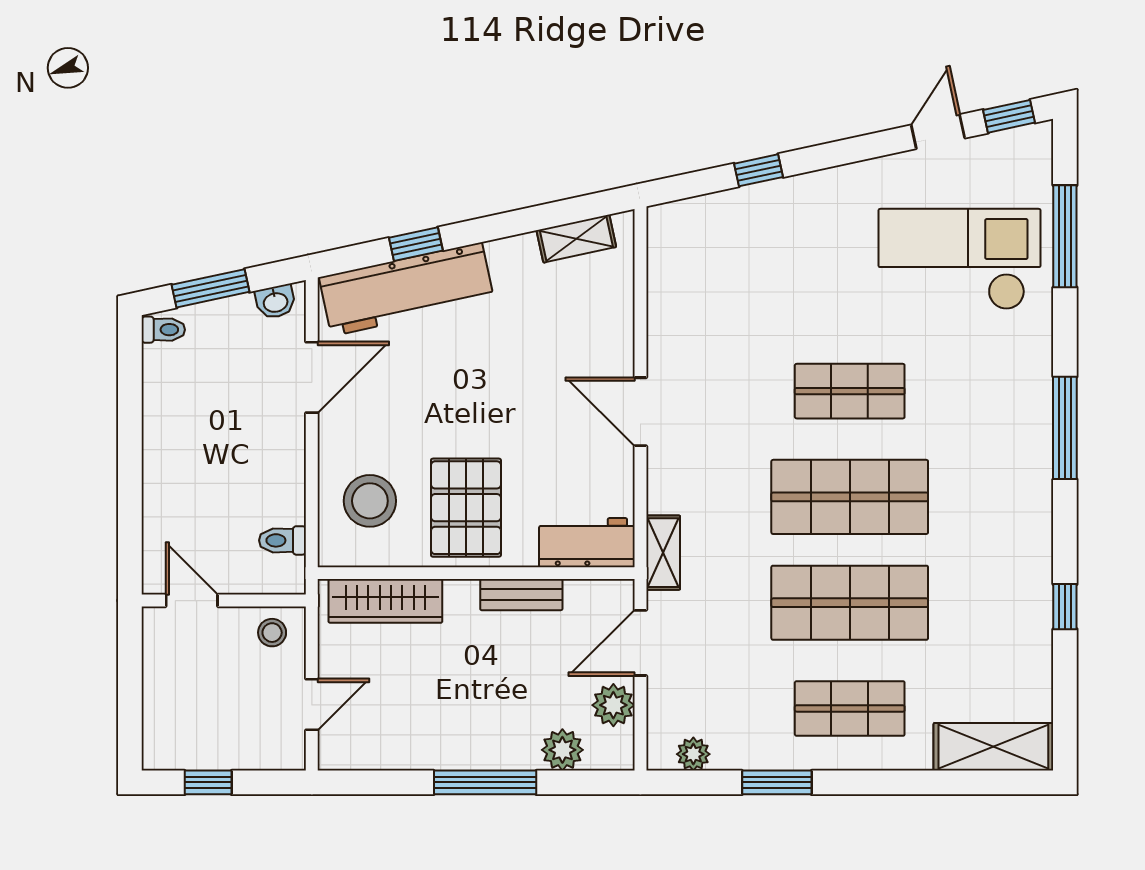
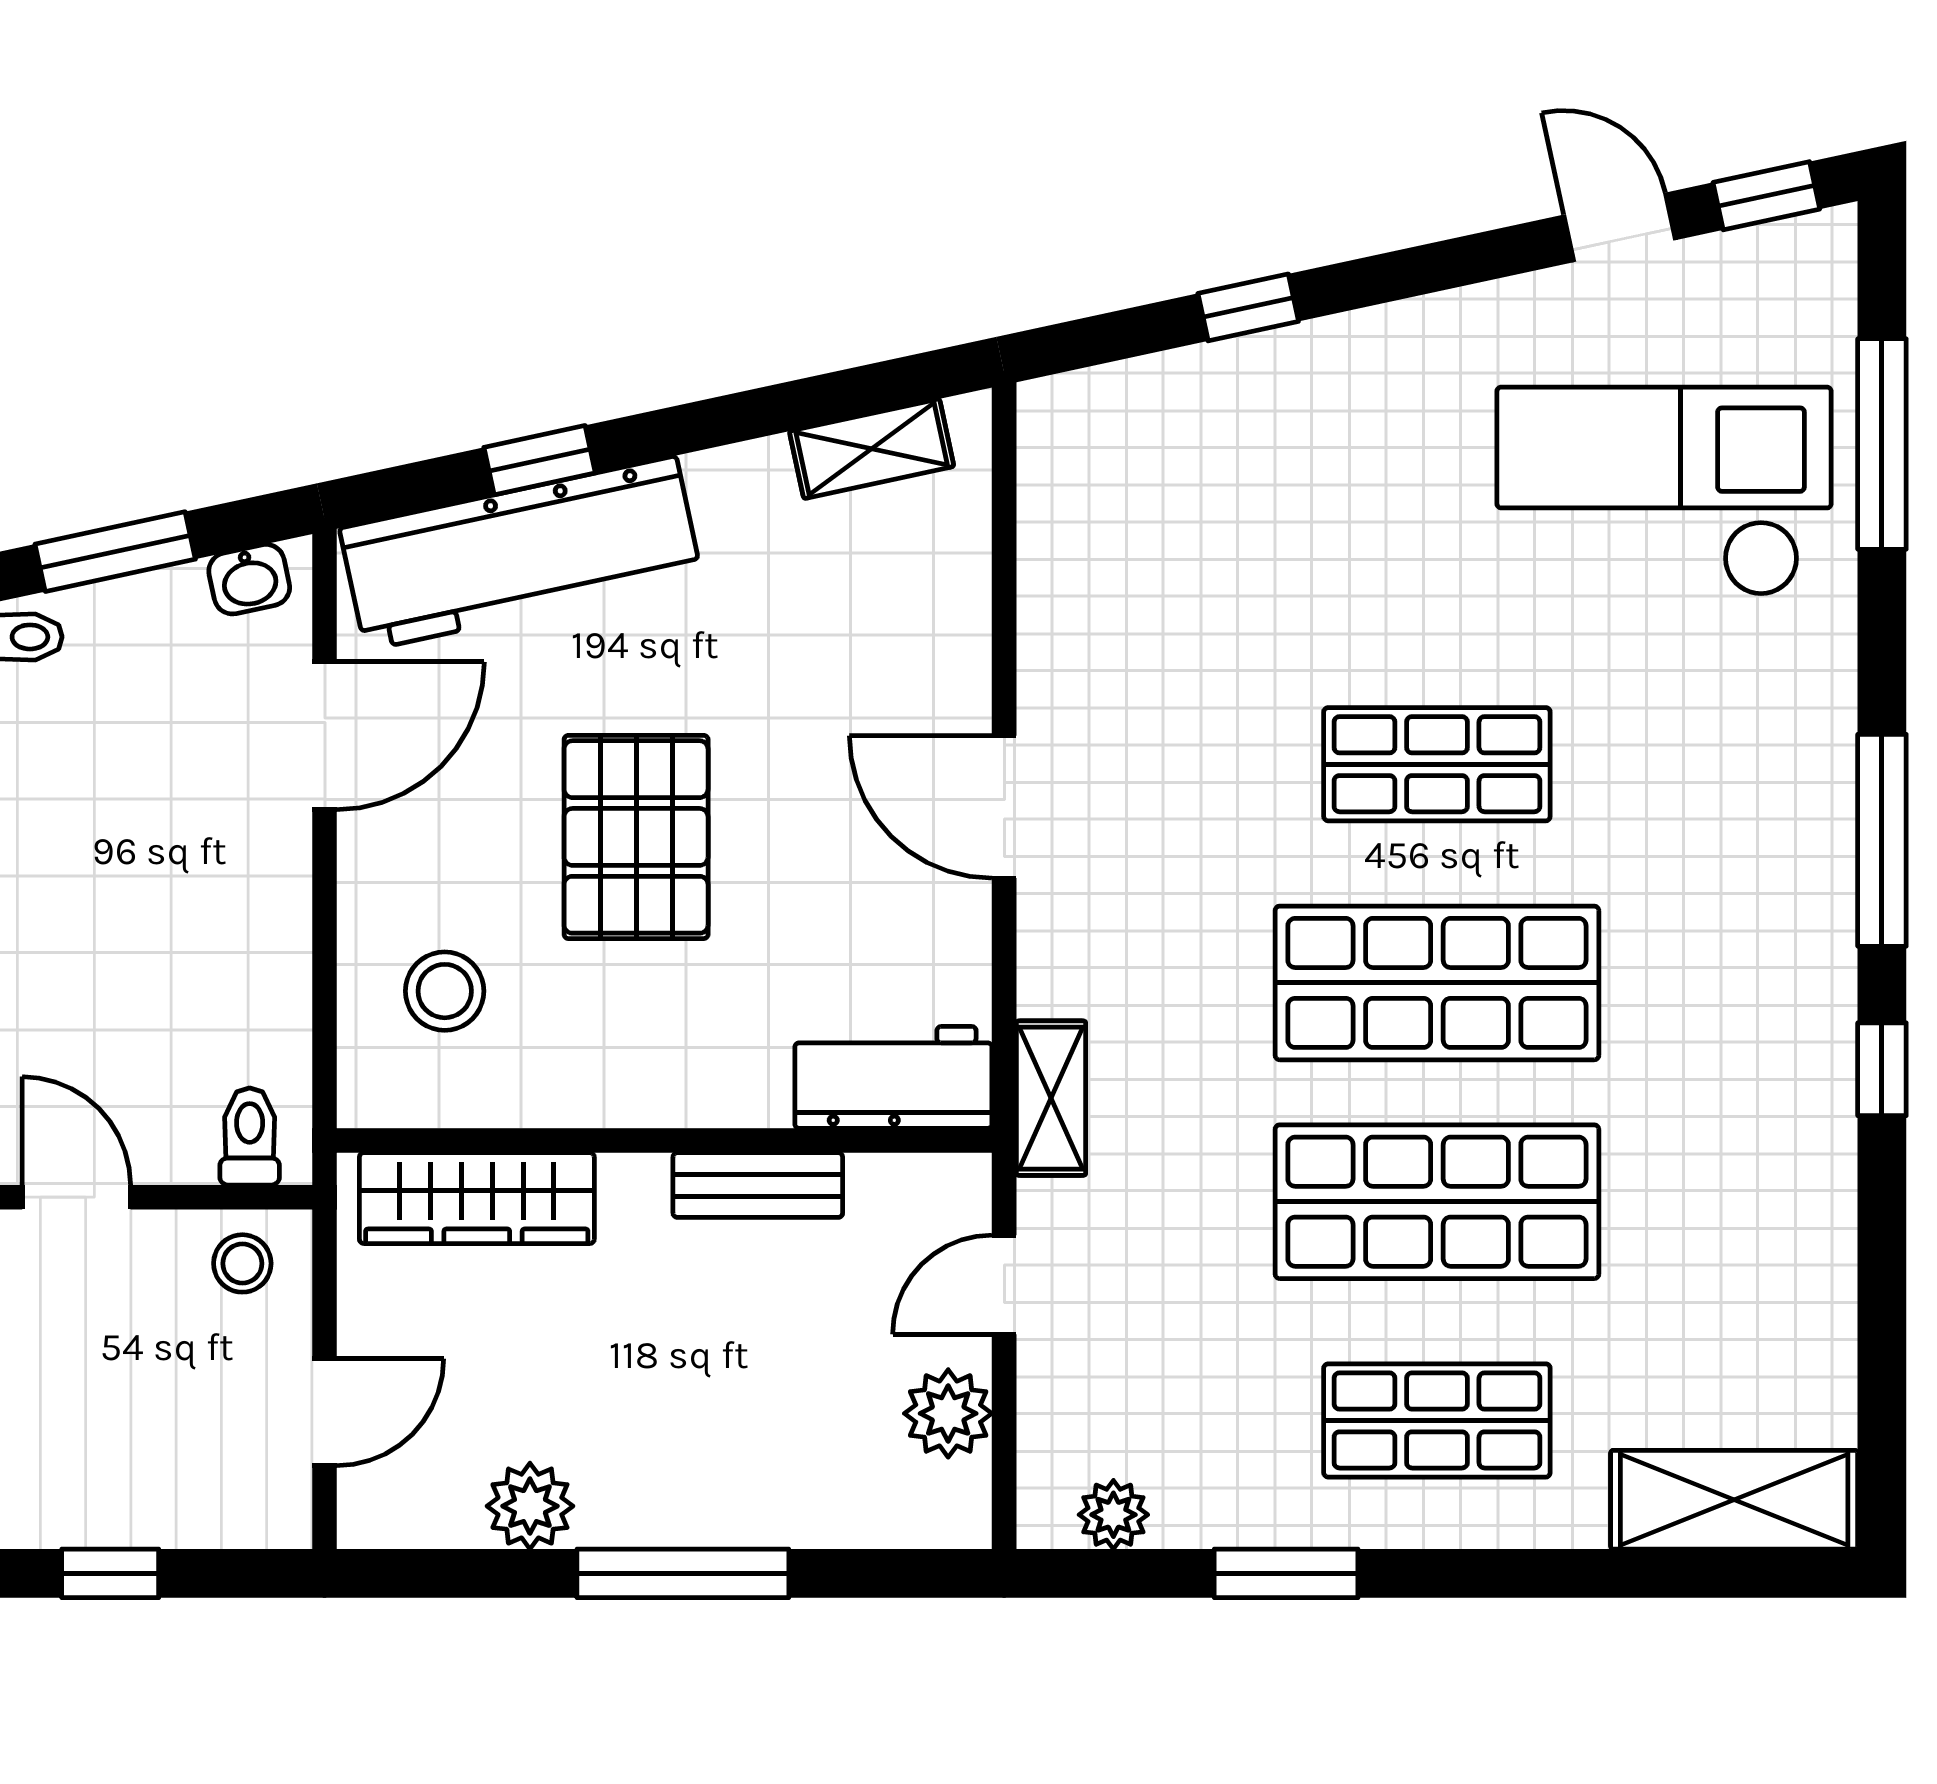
door: (938, 132) -> (1620, 227), hinge flipped
stool: (370, 501) -> (445, 991), width x0.73, depth x0.73
pallet: (466, 508) -> (636, 837), moved
toilet: (282, 540) -> (250, 1137), moved, turned 90
window: (1065, 607) -> (1882, 1069), moved
door: (640, 643) -> (1004, 1285), width x0.73
plant: (562, 750) -> (530, 1506), moved

